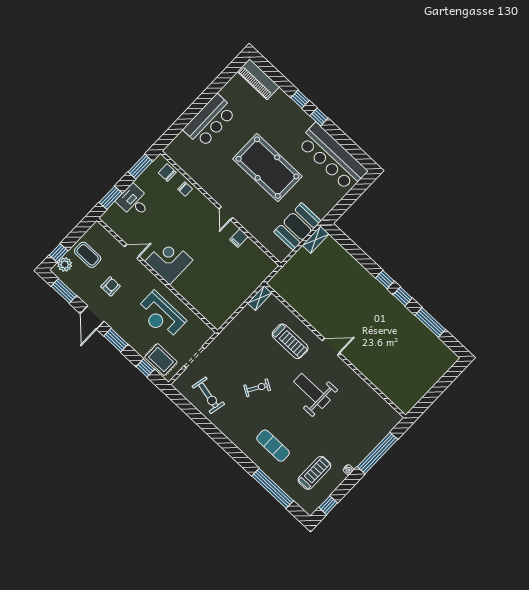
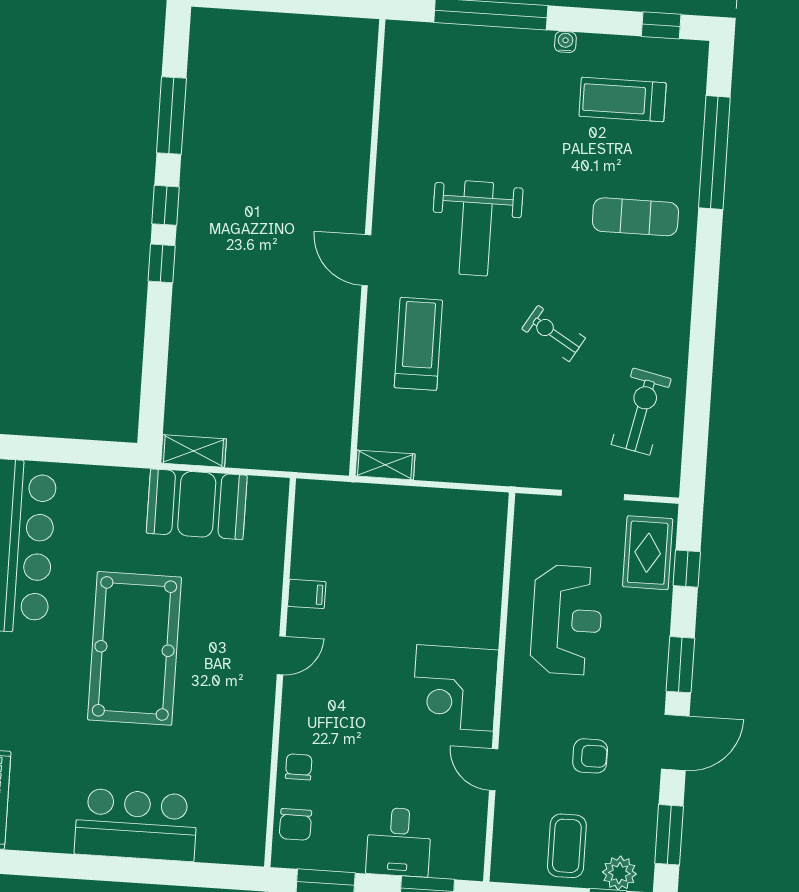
armchair: (110, 286) -> (590, 756), turned 180
exercise mat: (273, 446) -> (635, 217), turned 90

